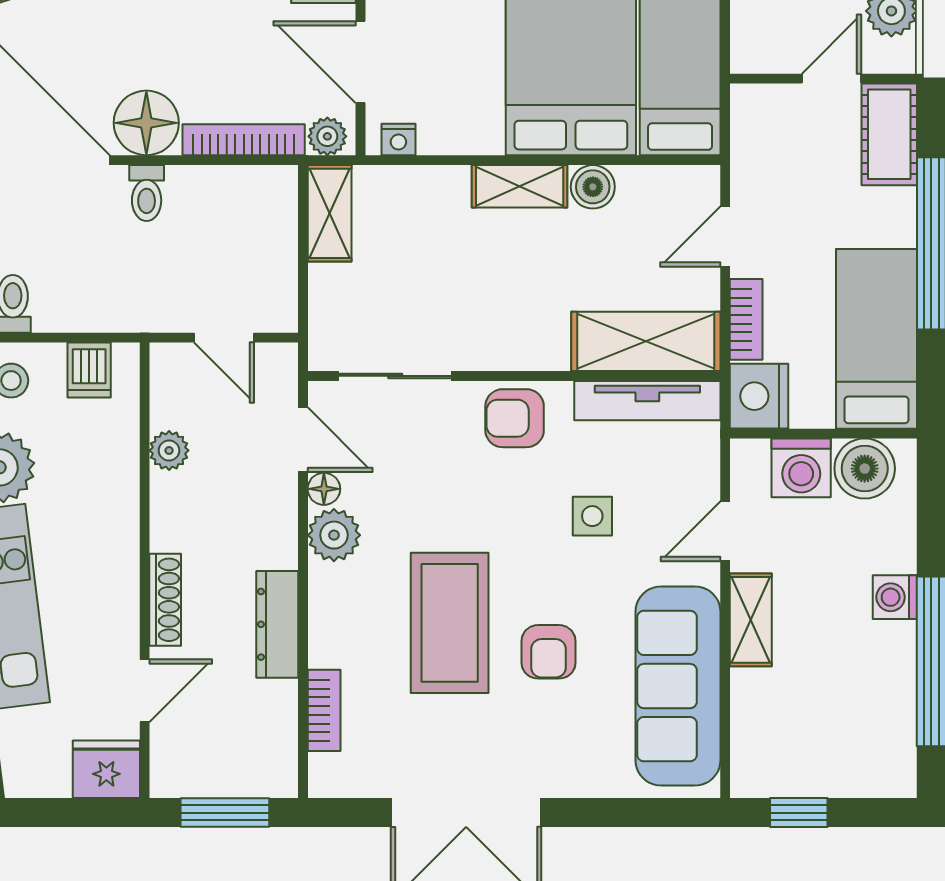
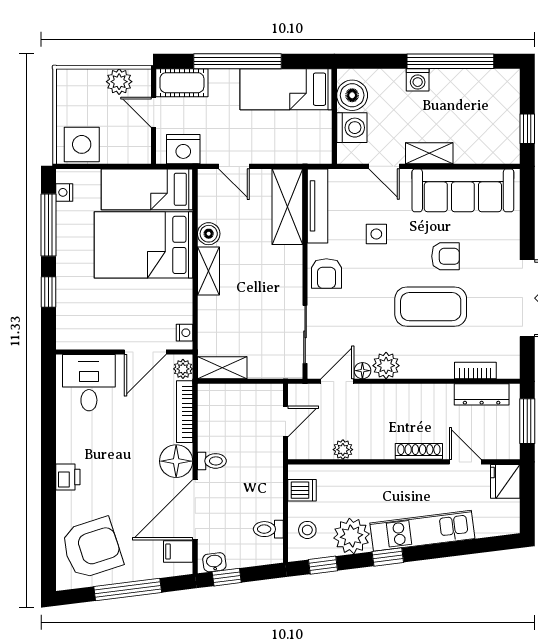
bookcase: (746, 319) -> (276, 156), removed
nightstand: (759, 396) -> (183, 149), moved
dresser: (277, 624) -> (482, 394), moved

